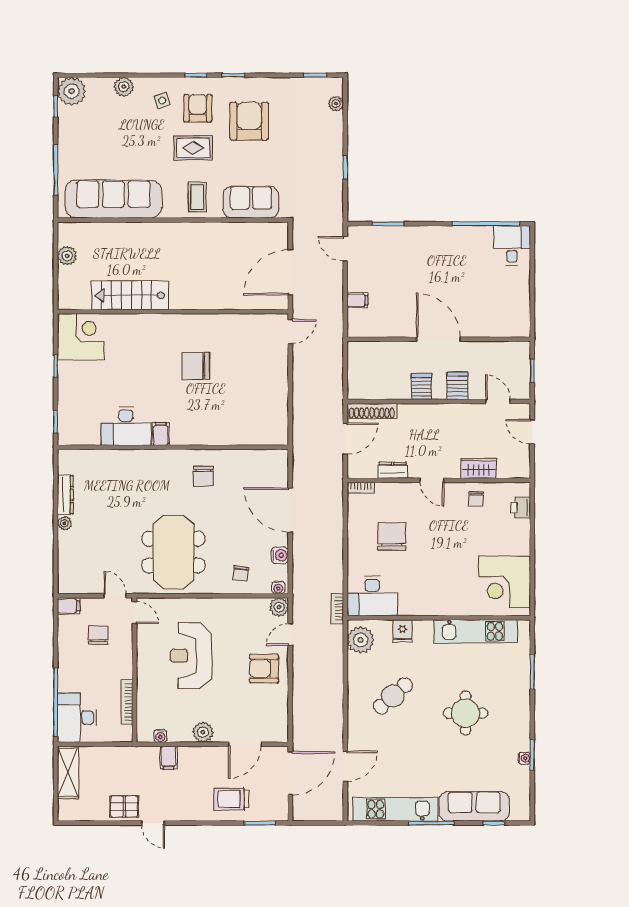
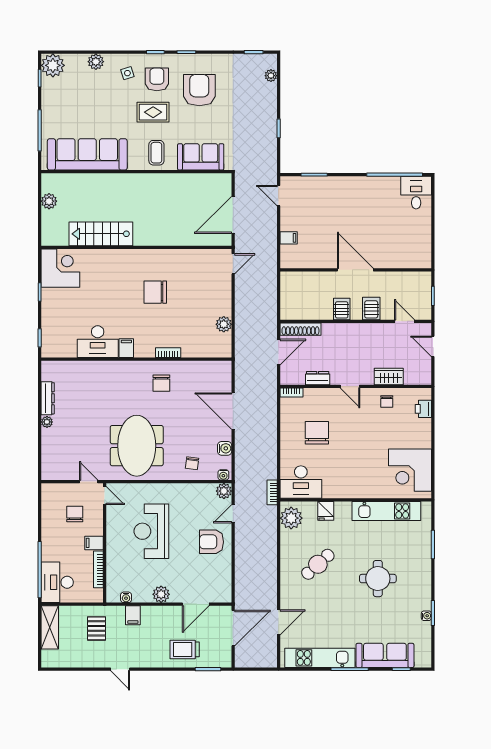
plant: (279, 405) -> (224, 324), added
bookcase: (211, 439) -> (168, 353), added
filing cabinet: (69, 606) -> (94, 543), moved, turned 180
pallet: (124, 807) -> (97, 628), moved, turned 90

